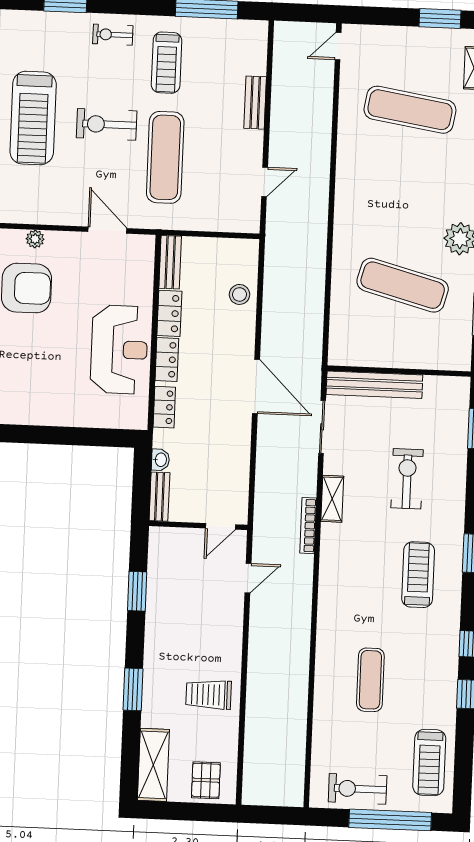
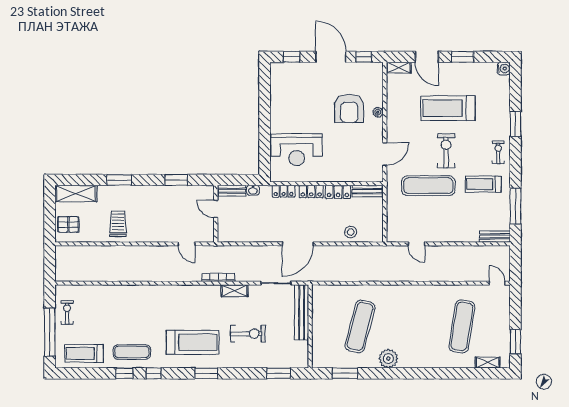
bench: (255, 103) -> (495, 236), moved
reception desk: (119, 350) -> (297, 150), moved
door: (221, 526) -> (216, 209), moved
treadmill: (418, 575) -> (193, 342), width x1.37, depth x1.38
exercise mat: (370, 680) -> (132, 352), moved
exercise bike: (358, 789) -> (67, 313), width x0.73, depth x0.72

